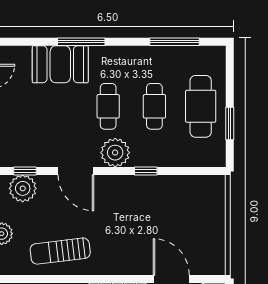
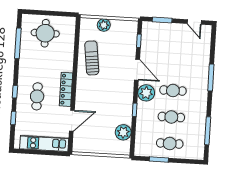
booth: (60, 64) -> (199, 65), removed
cafe table: (201, 106) -> (170, 143), width x0.73, depth x0.74
door: (76, 171) -> (137, 70), swing flipped
plant: (23, 188) -> (123, 132), moved

